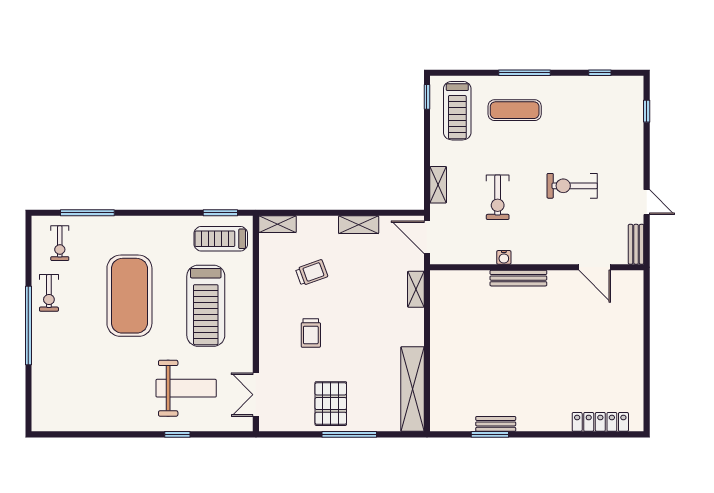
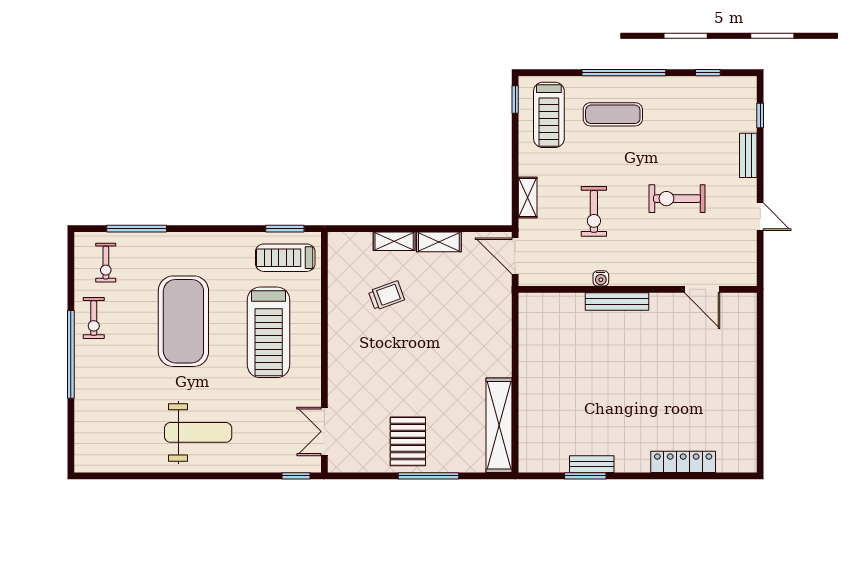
window: (524, 73) -> (624, 73), width x1.46
shelving: (278, 224) -> (394, 241), moved
bench: (636, 244) -> (748, 155), moved
shelving: (416, 289) -> (503, 314), removed
trolley: (311, 333) -> (386, 363), removed
weight bench: (186, 388) -> (198, 432), moved
locker: (600, 422) -> (683, 462), moved
window: (177, 434) -> (296, 476), moved

